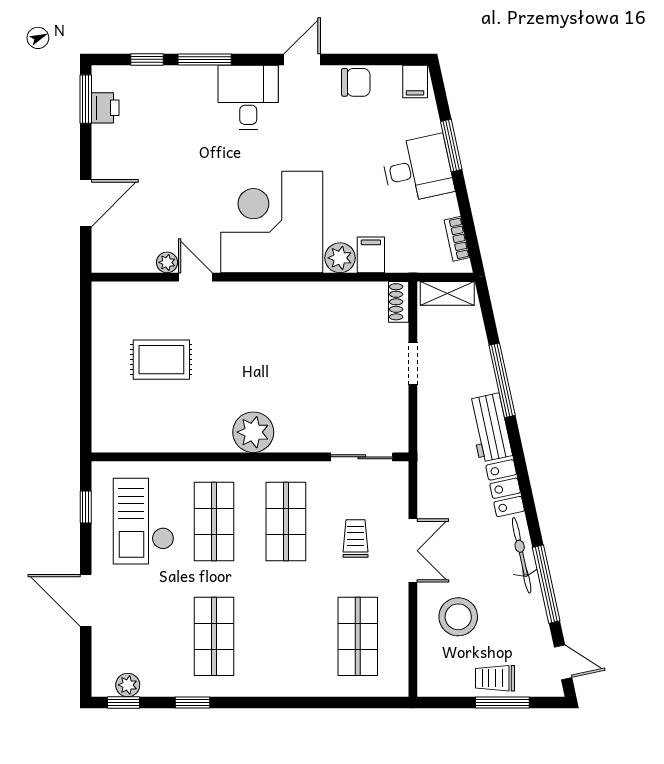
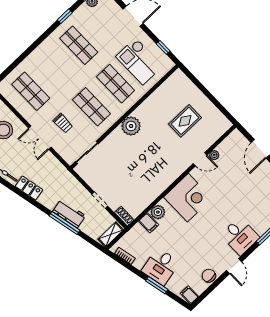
chair: (356, 82) -> (209, 276), turned 90
corner desk: (272, 222) -> (188, 198), width x0.74, depth x0.74
workbench: (490, 428) -> (69, 214), moved
checkout: (144, 521) -> (139, 61), turned 180

